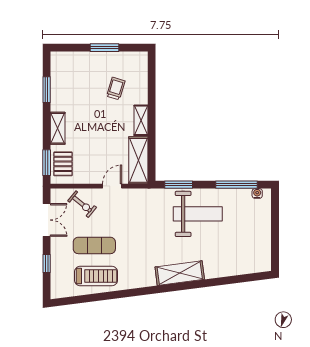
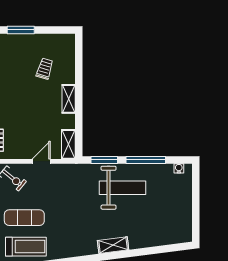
window: (104, 48) -> (21, 30), moved
shelving: (138, 160) -> (68, 144), width x0.67, depth x0.75
window: (236, 185) -> (146, 160), moved
shelving: (180, 273) -> (113, 245), width x0.67, depth x0.75

